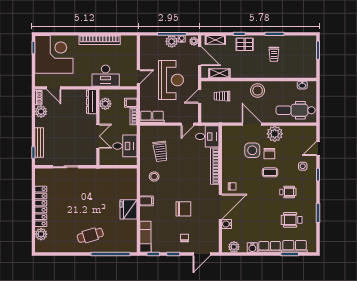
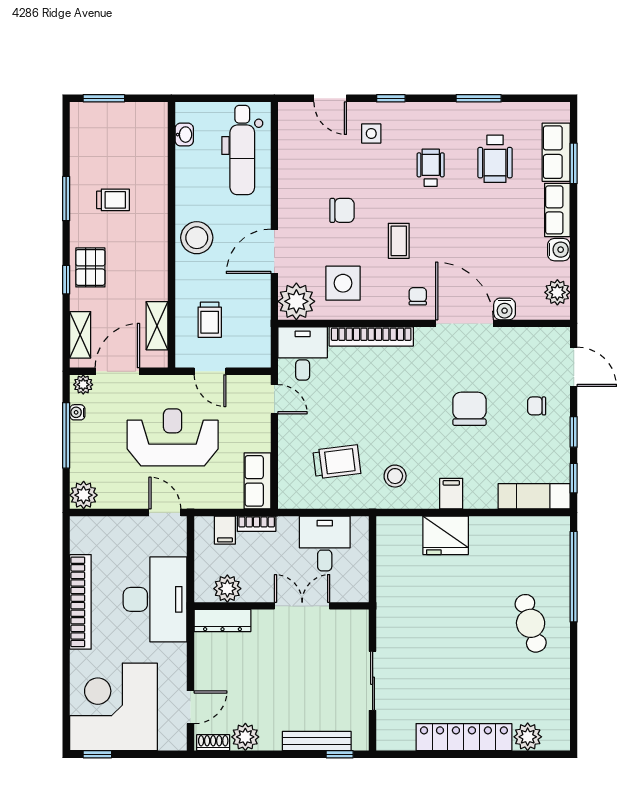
plant: (172, 41) -> (84, 495), moved
desk: (106, 76) -> (155, 599), width x1.36, depth x1.30
plant: (275, 134) -> (296, 301), moved
side table: (252, 150) -> (343, 283), moved
coffee table: (270, 172) -> (399, 241), moved
fridge: (128, 209) -> (446, 535), moved

